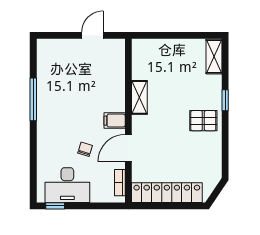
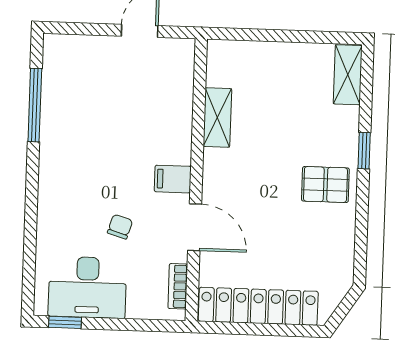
shelving: (139, 97) -> (217, 118), moved
window: (33, 99) -> (35, 105), moved
door: (128, 148) -> (195, 227), swing flipped

